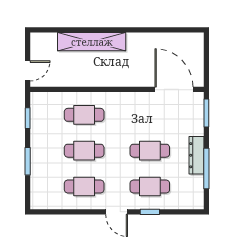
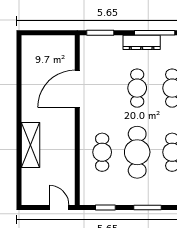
shelving: (92, 42) -> (31, 145), width x0.68
door: (174, 89) -> (77, 89), moved
cafe table: (84, 151) -> (137, 152), width x1.37, depth x1.35

